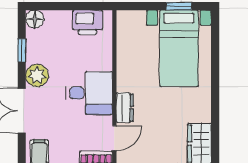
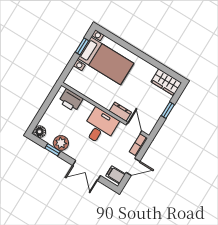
printer: (88, 22) -> (71, 100), moved, turned 90
plant: (37, 75) -> (61, 143), moved

